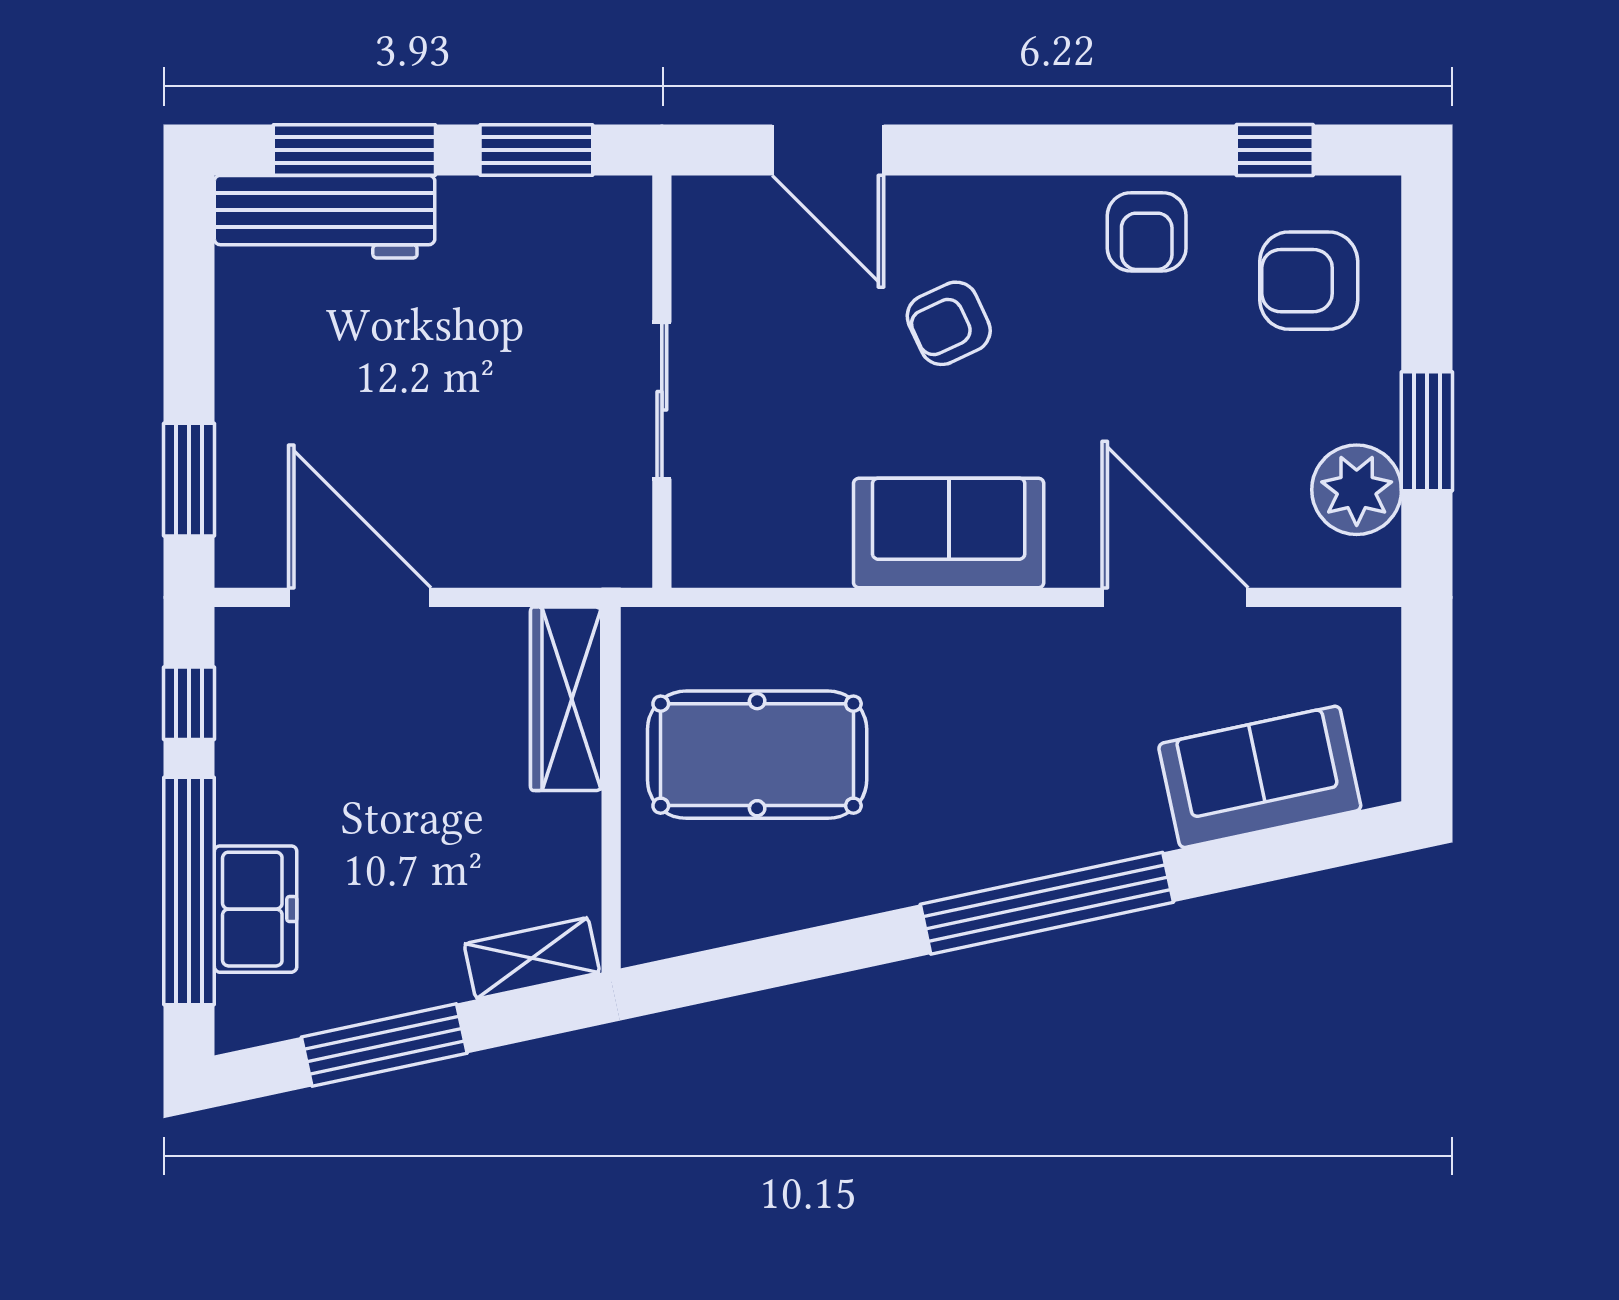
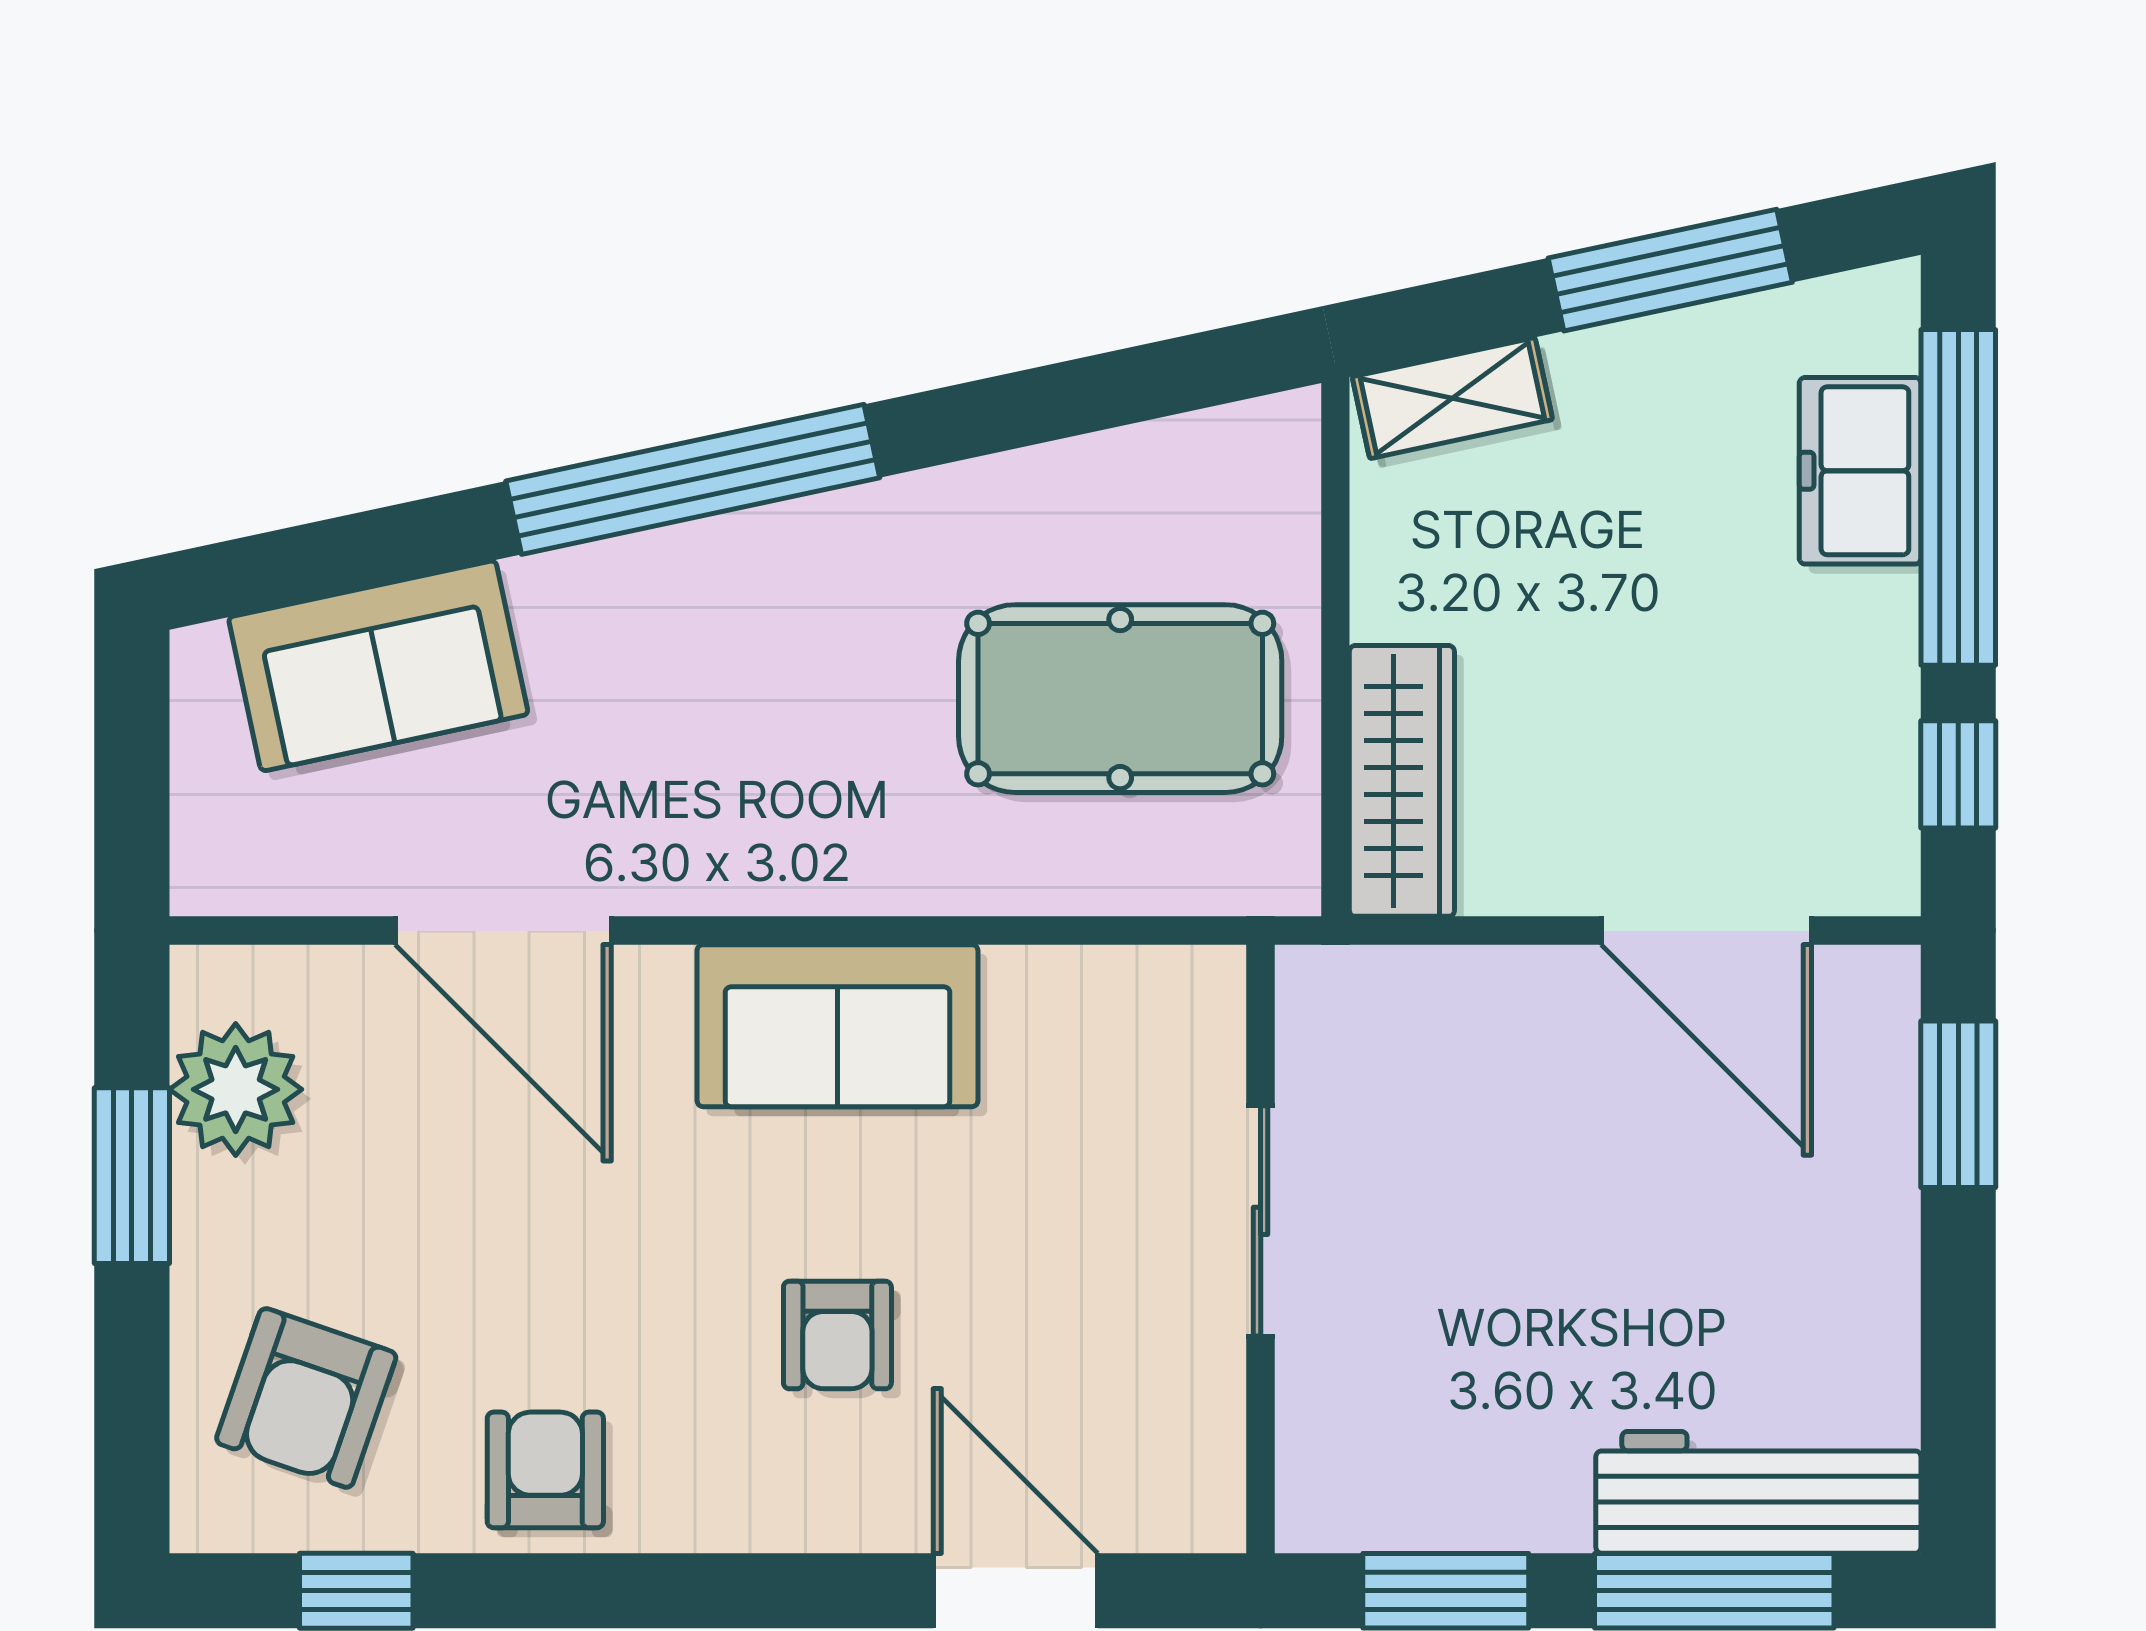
armchair: (1309, 281) -> (306, 1398), turned 109
armchair: (949, 323) -> (837, 1335), turned 115

